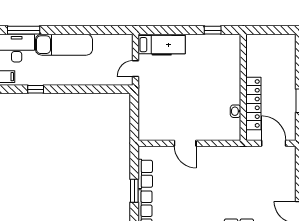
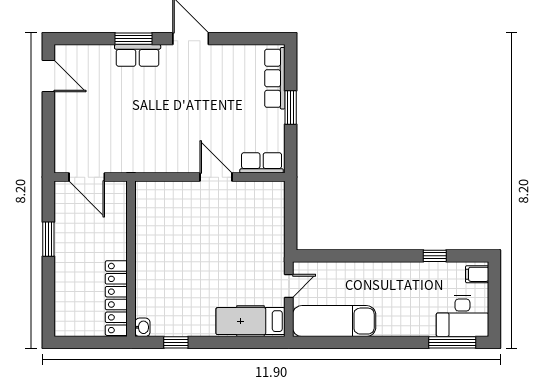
exam couch: (64, 45) -> (334, 321), moved
locker: (253, 103) -> (116, 298), moved
washbasin: (236, 111) -> (142, 327), moved
row of seats: (145, 174) -> (262, 163), moved, turned 90

